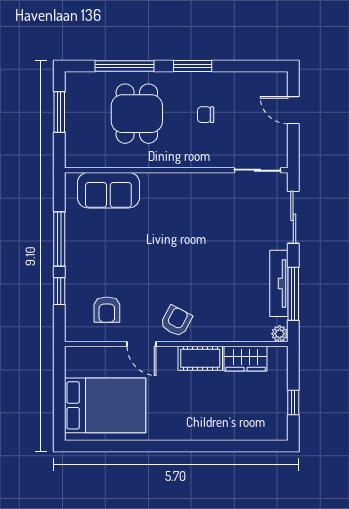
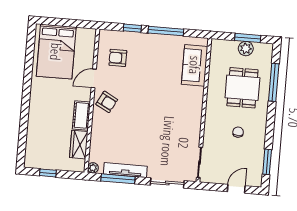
window: (193, 66) -> (267, 162), moved
plant: (76, 114) -> (246, 49), added
dining table: (137, 114) -> (242, 88), turned 90

